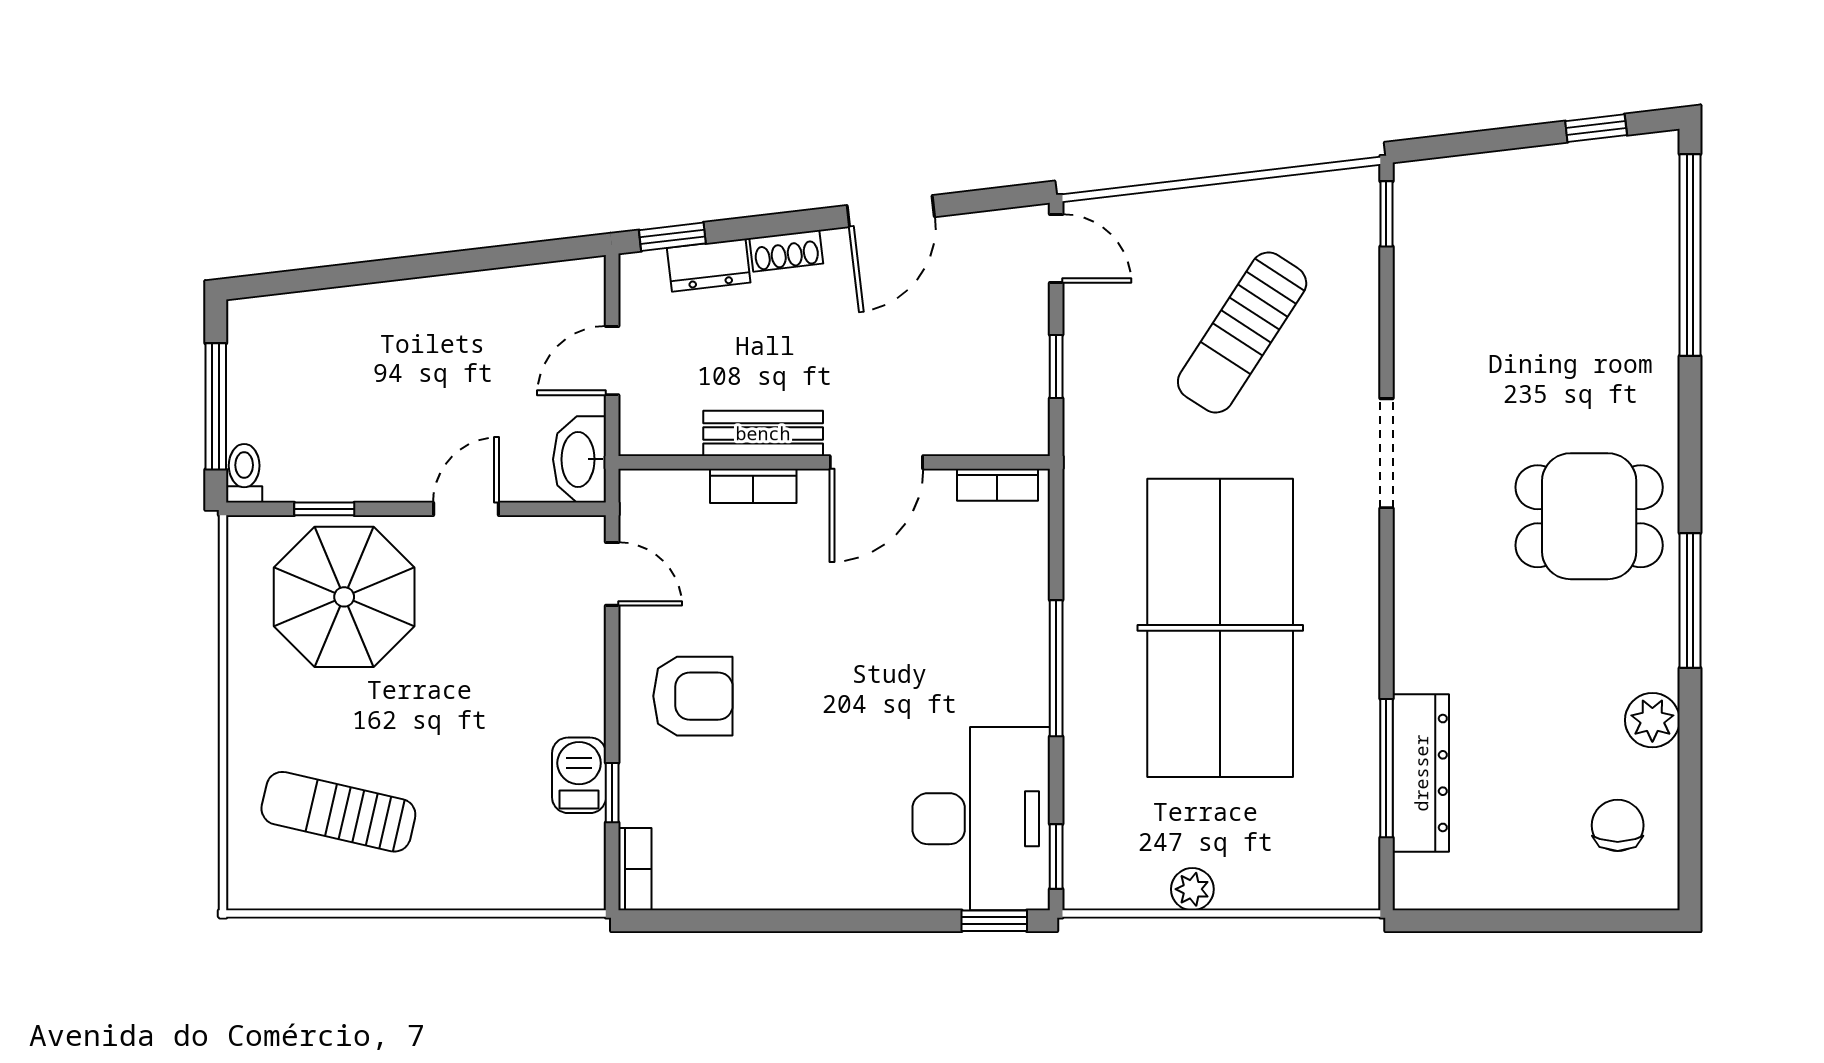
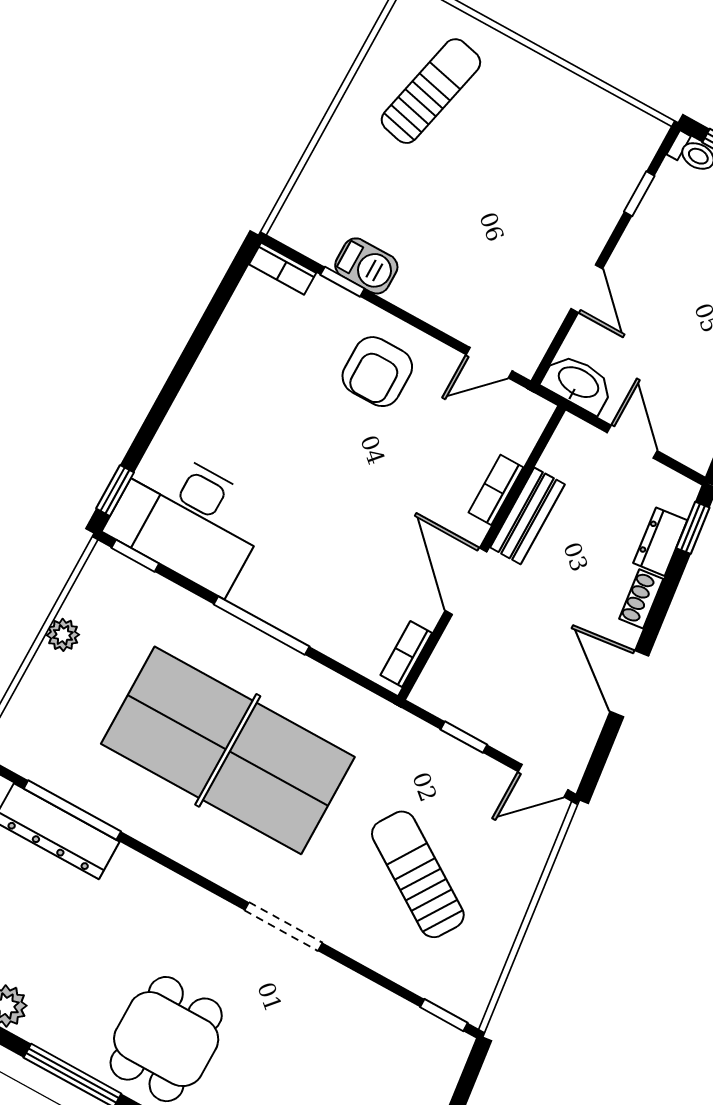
parasol: (344, 597) -> (573, 174), removed

